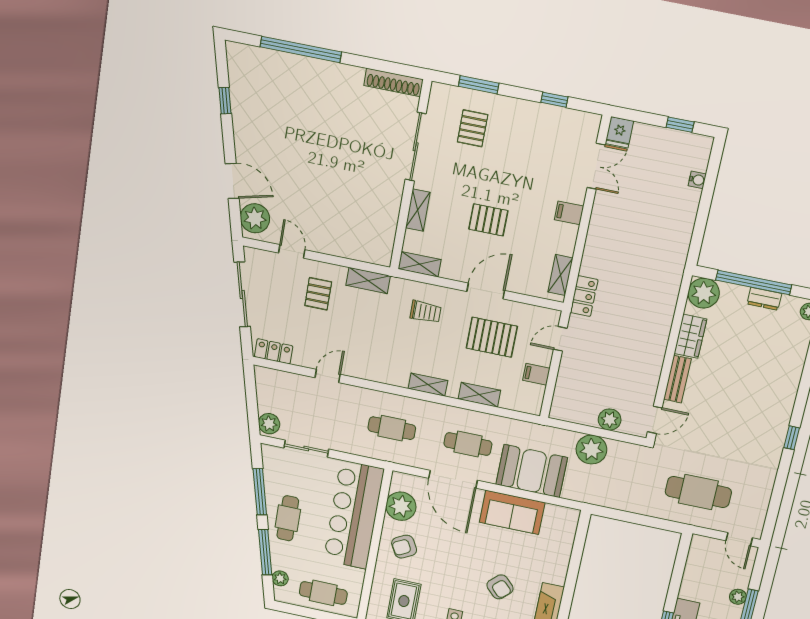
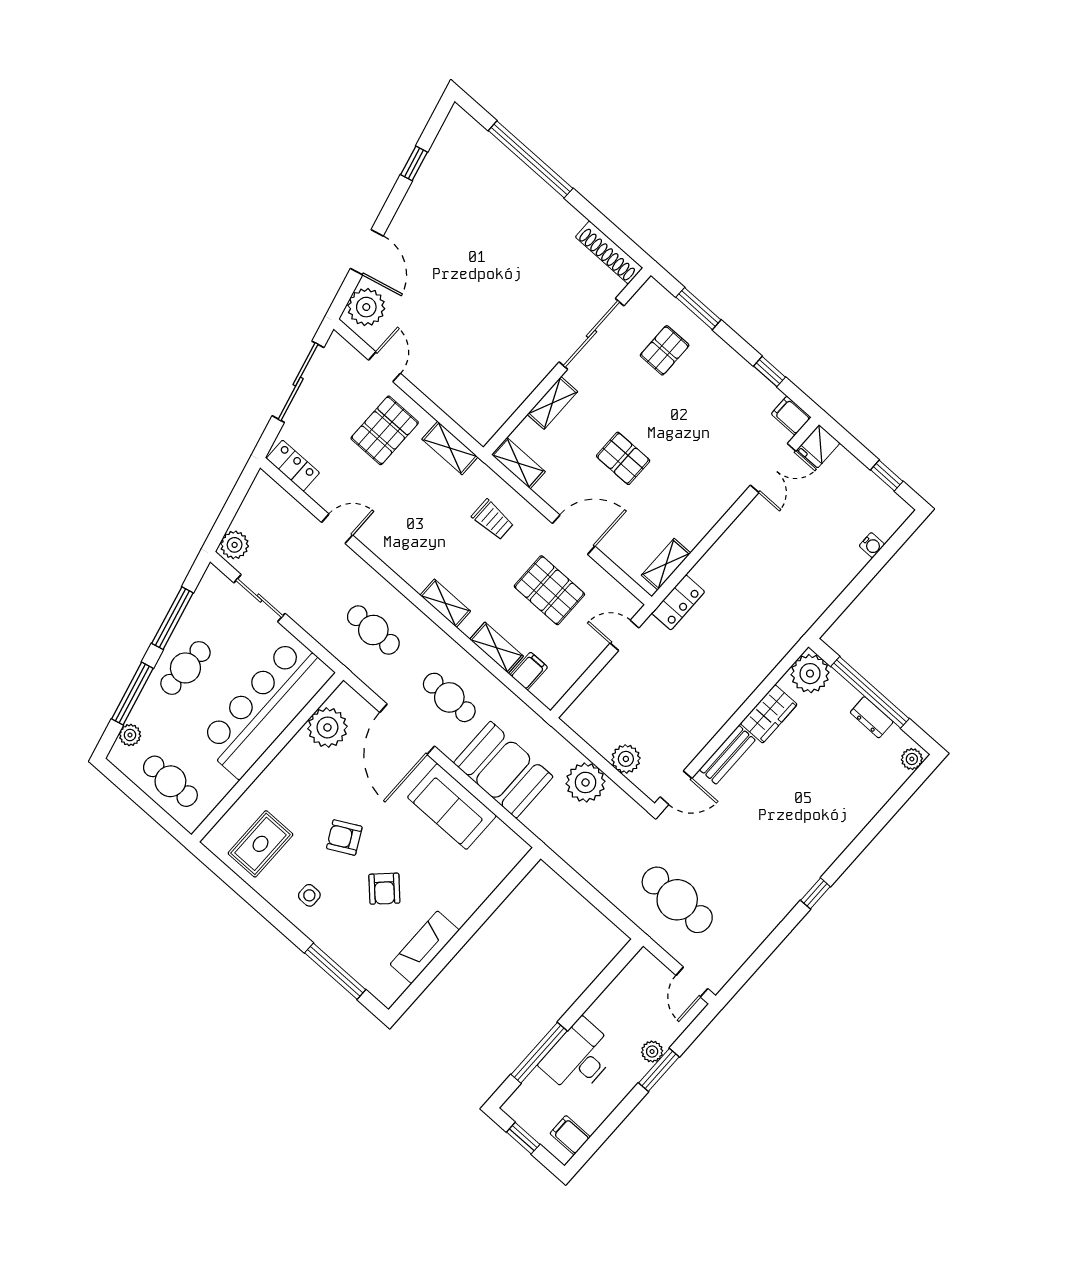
filing cabinet: (569, 213) -> (791, 416), moved
pallet: (318, 294) -> (385, 430), width x1.50, depth x1.42
filing cabinet: (536, 374) -> (529, 671), moved, turned 90
armchair: (404, 547) -> (344, 837), moved

